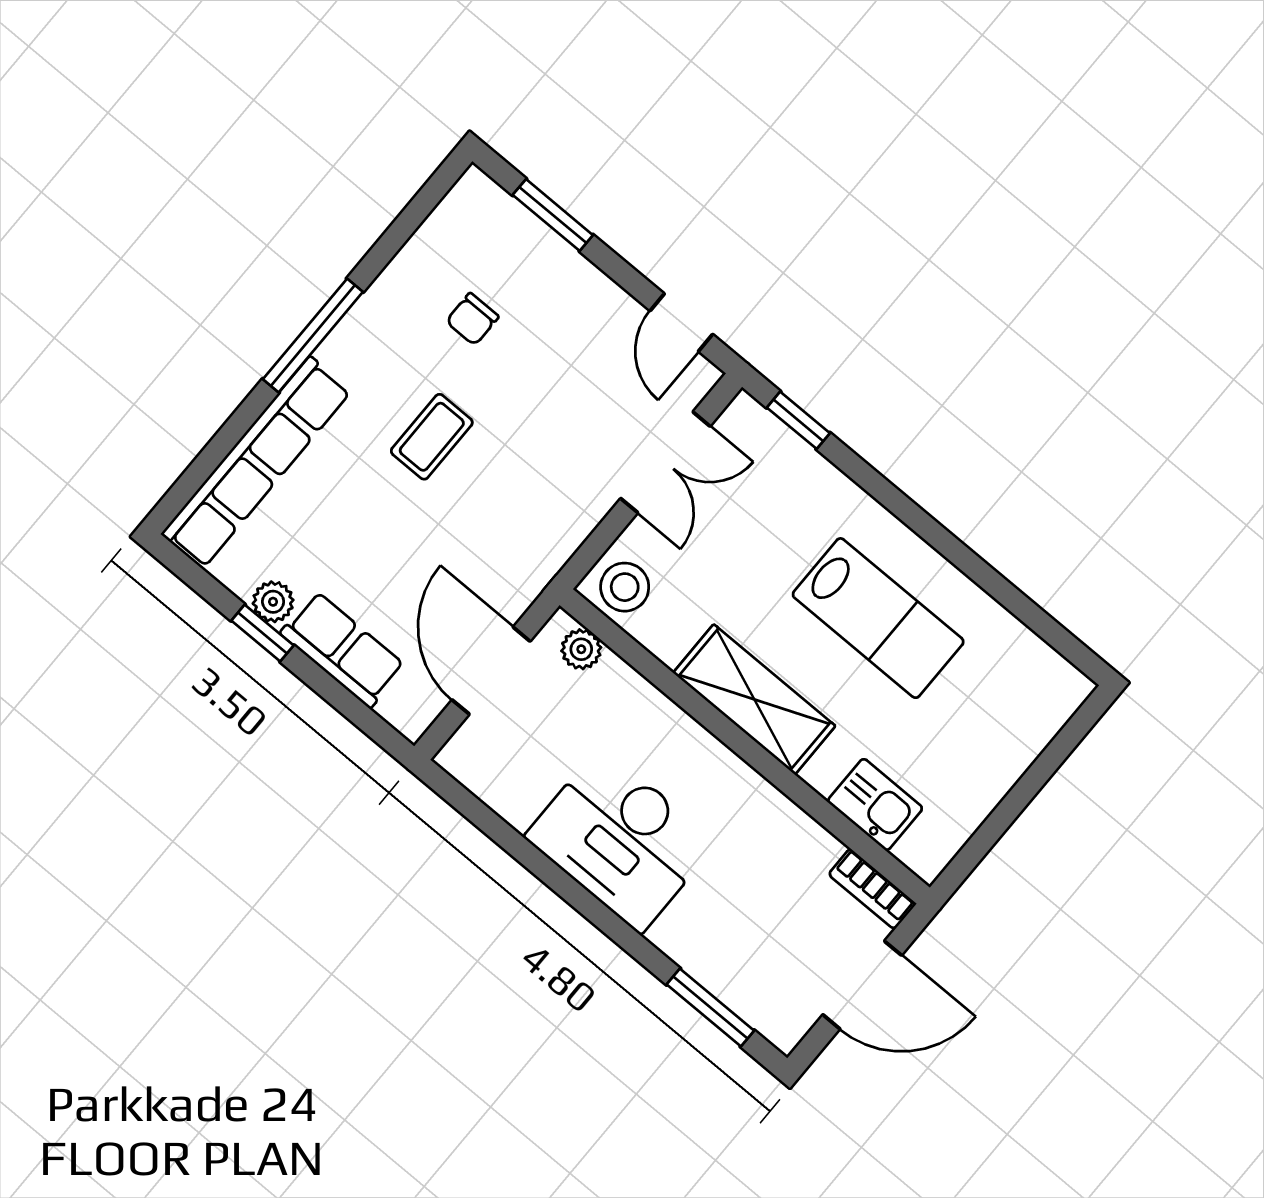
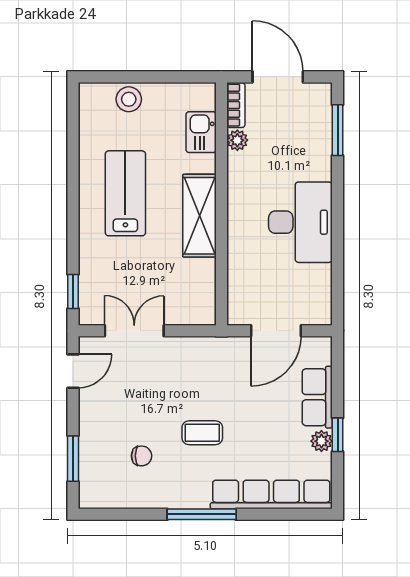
stool: (625, 587) -> (129, 99), moved
plant: (581, 649) -> (237, 140), moved

